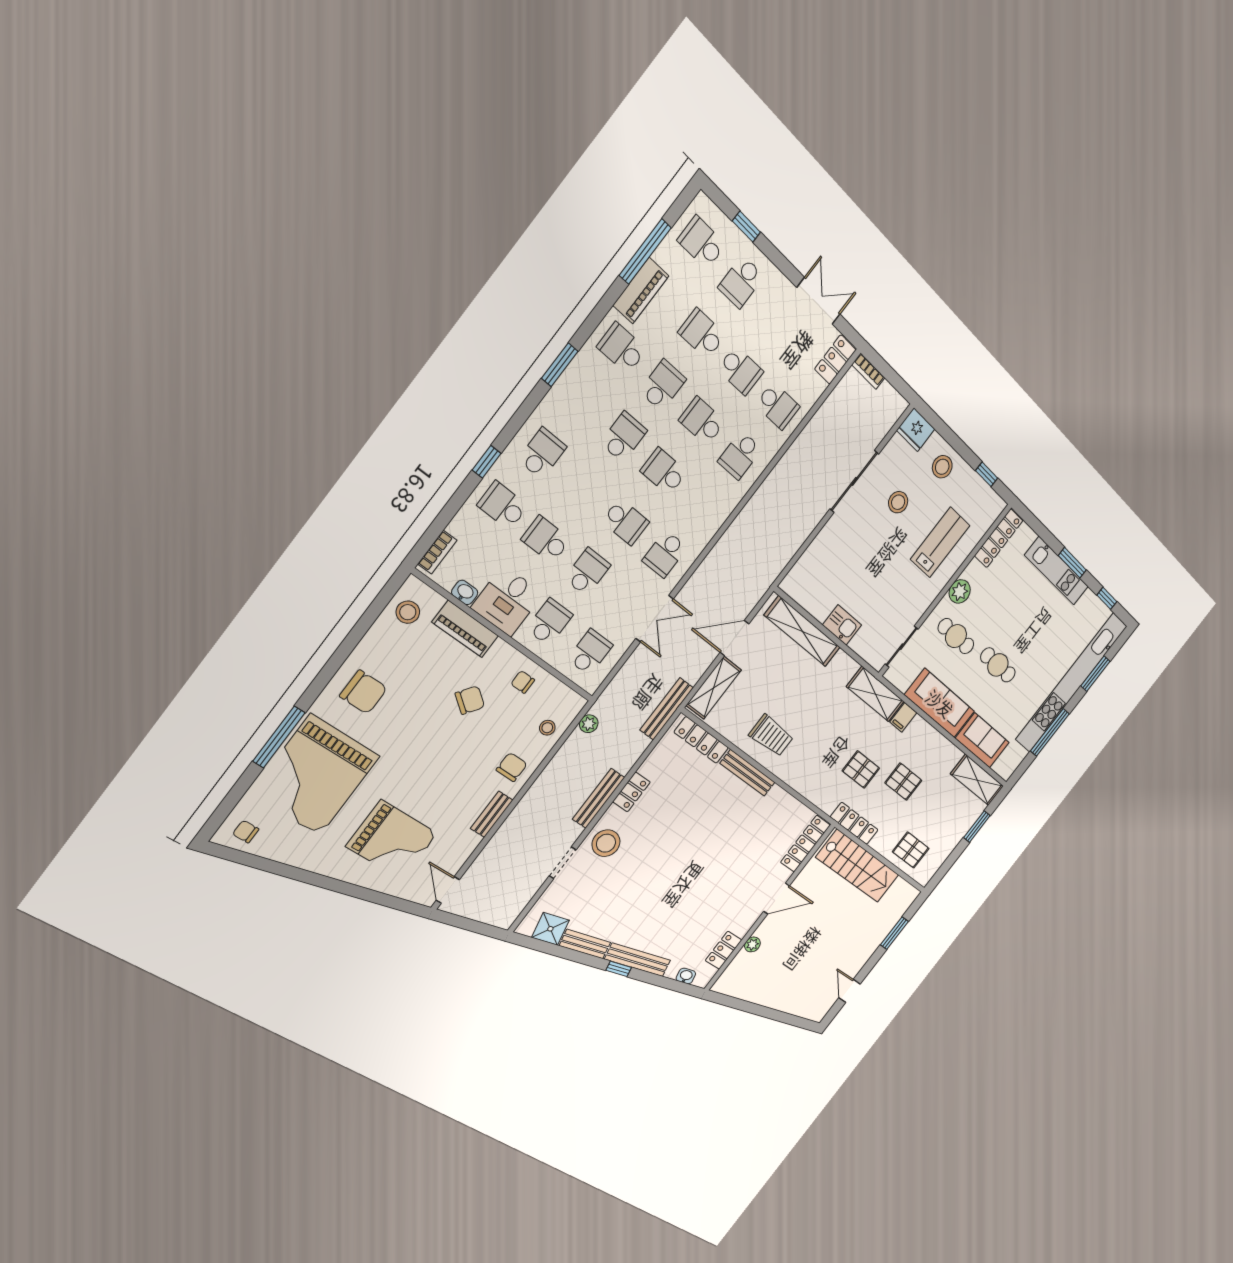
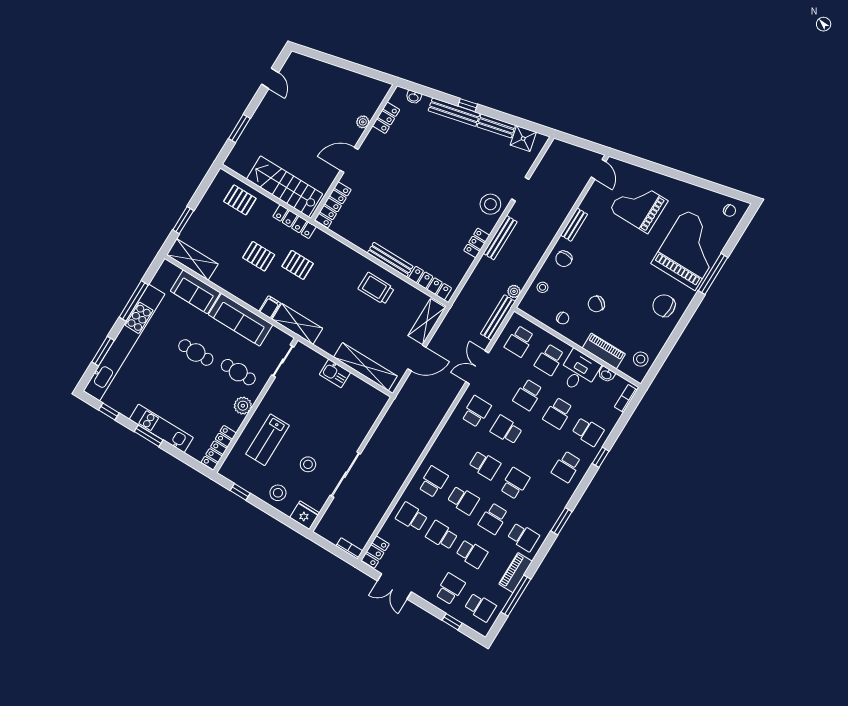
school desk: (624, 437) -> (515, 483), turned 180
school desk: (546, 539) -> (558, 413), turned 90
bench: (667, 709) -> (498, 318), moved

